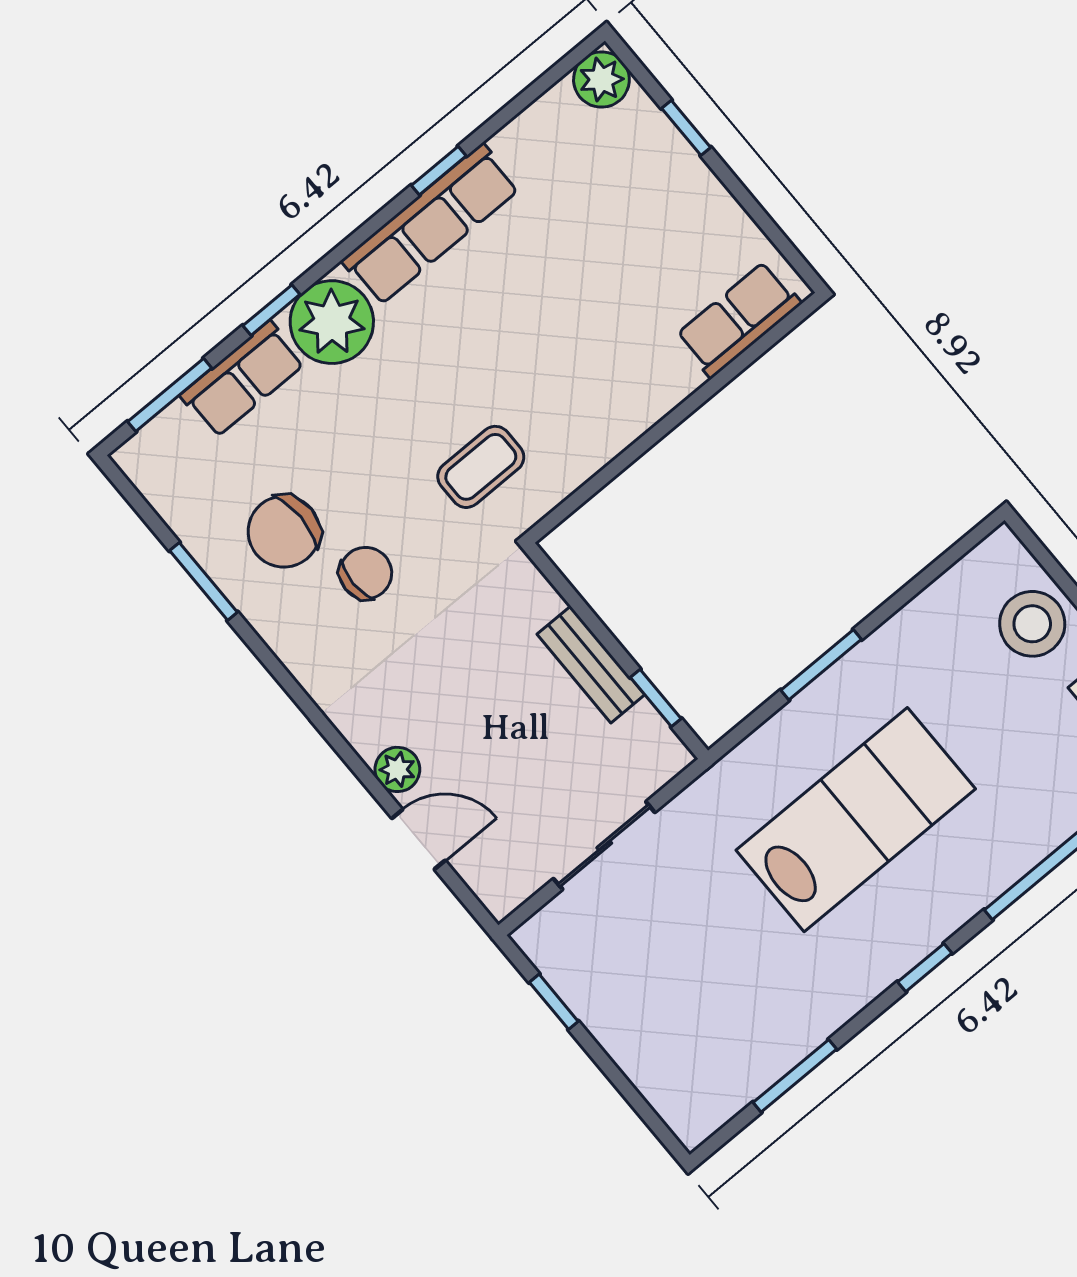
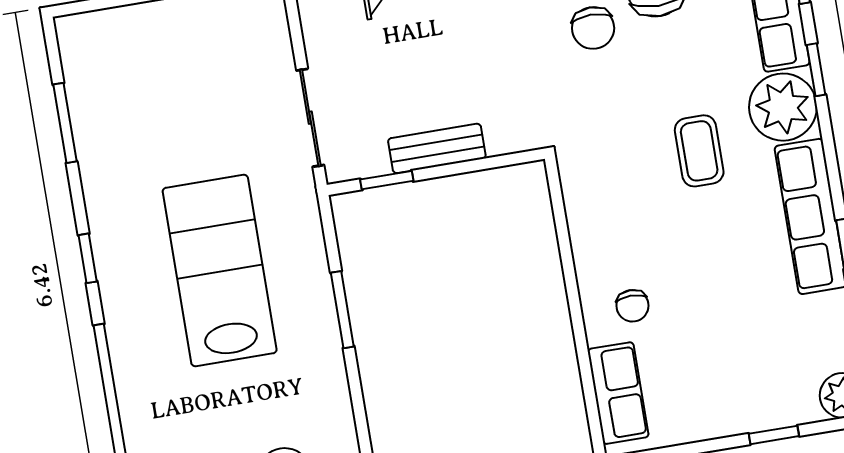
chair: (637, 359) -> (632, 306), added
coffee table: (481, 467) -> (699, 151), moved
lab bench: (856, 820) -> (220, 271), turned 180
sliding door: (604, 845) -> (310, 118), moved

